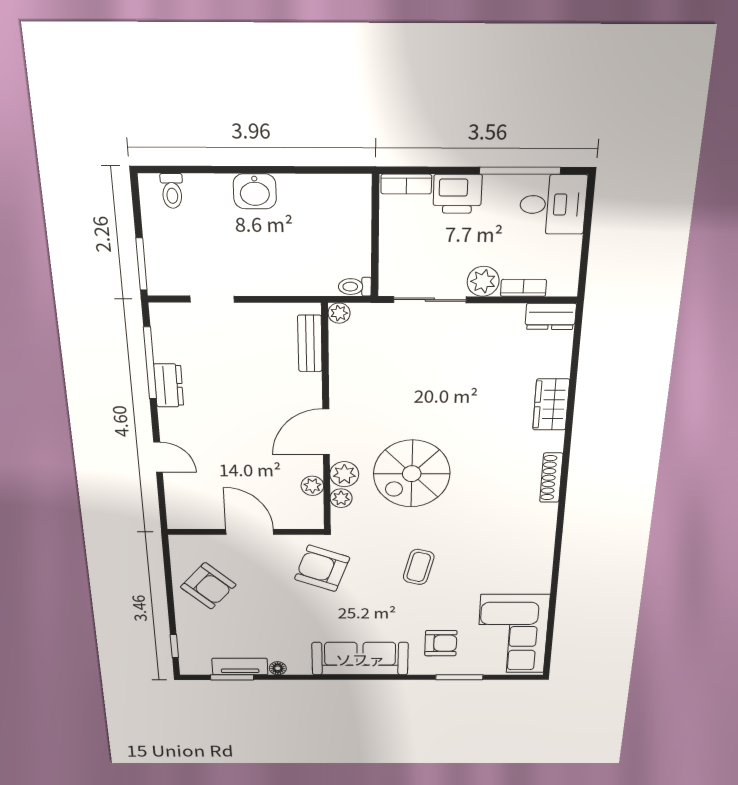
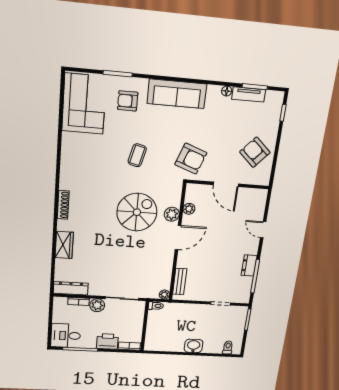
dresser: (551, 316) -> (71, 288), width x1.44
plant: (341, 498) -> (175, 201), removed

